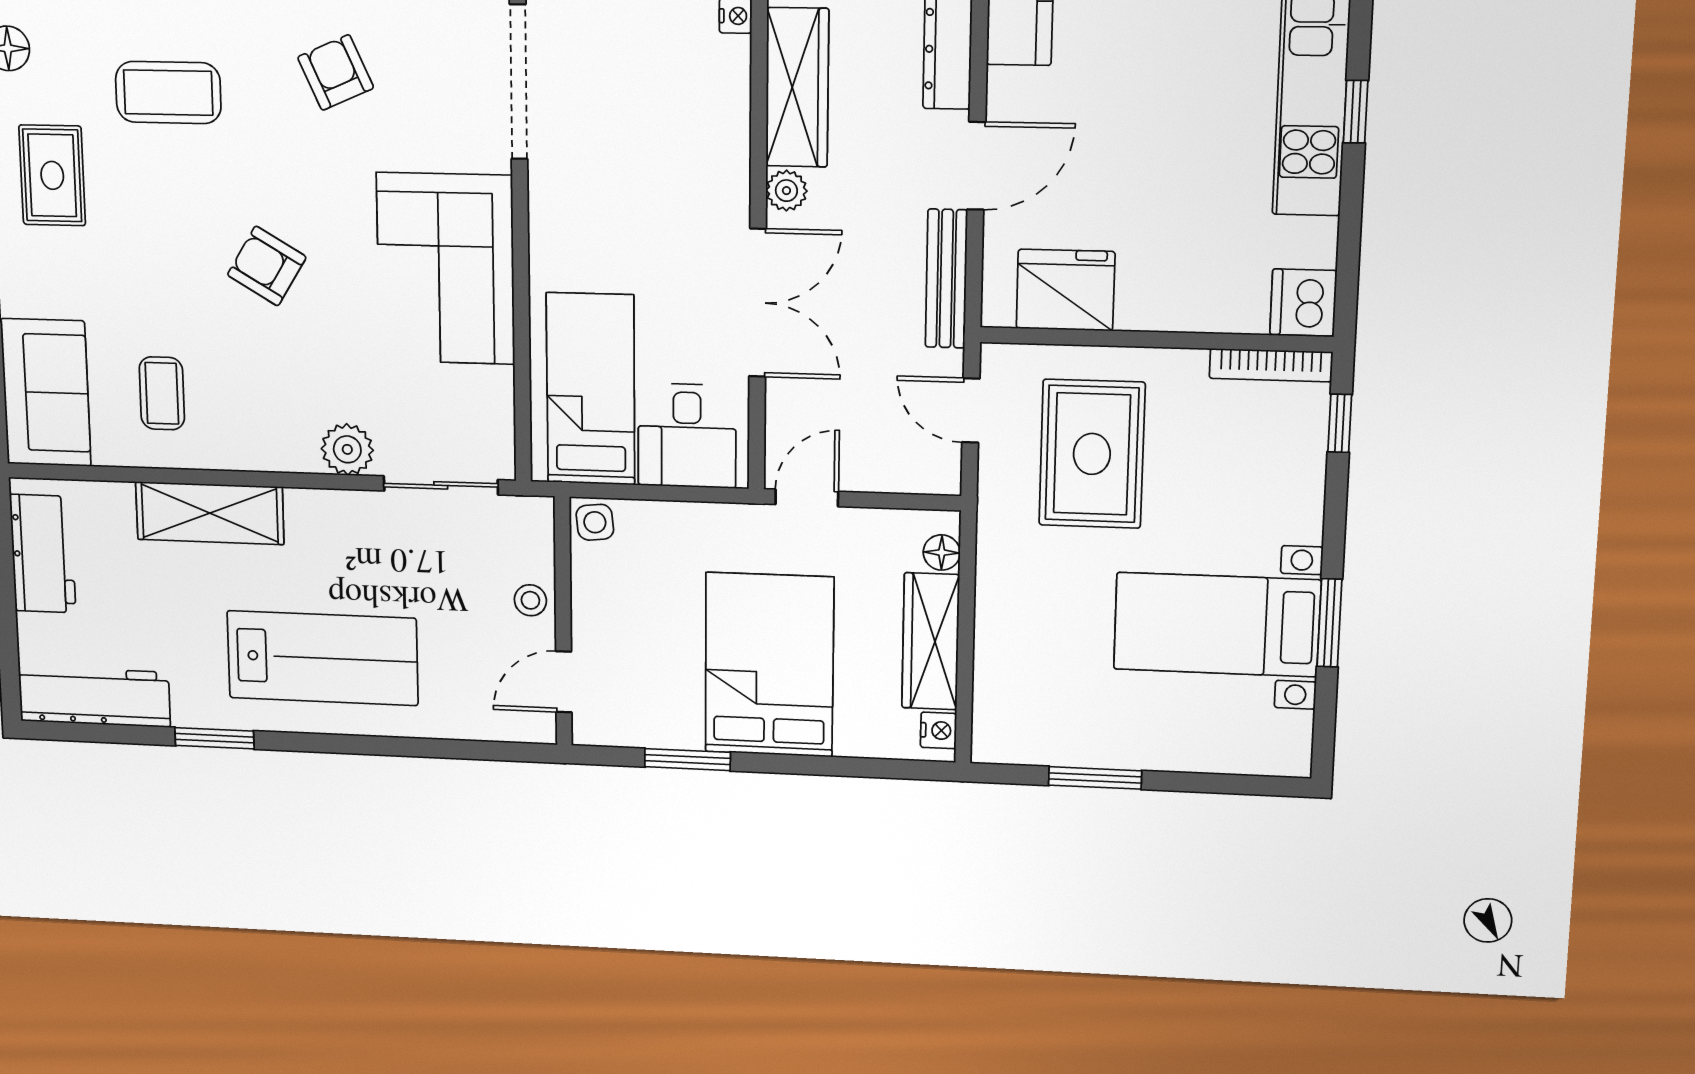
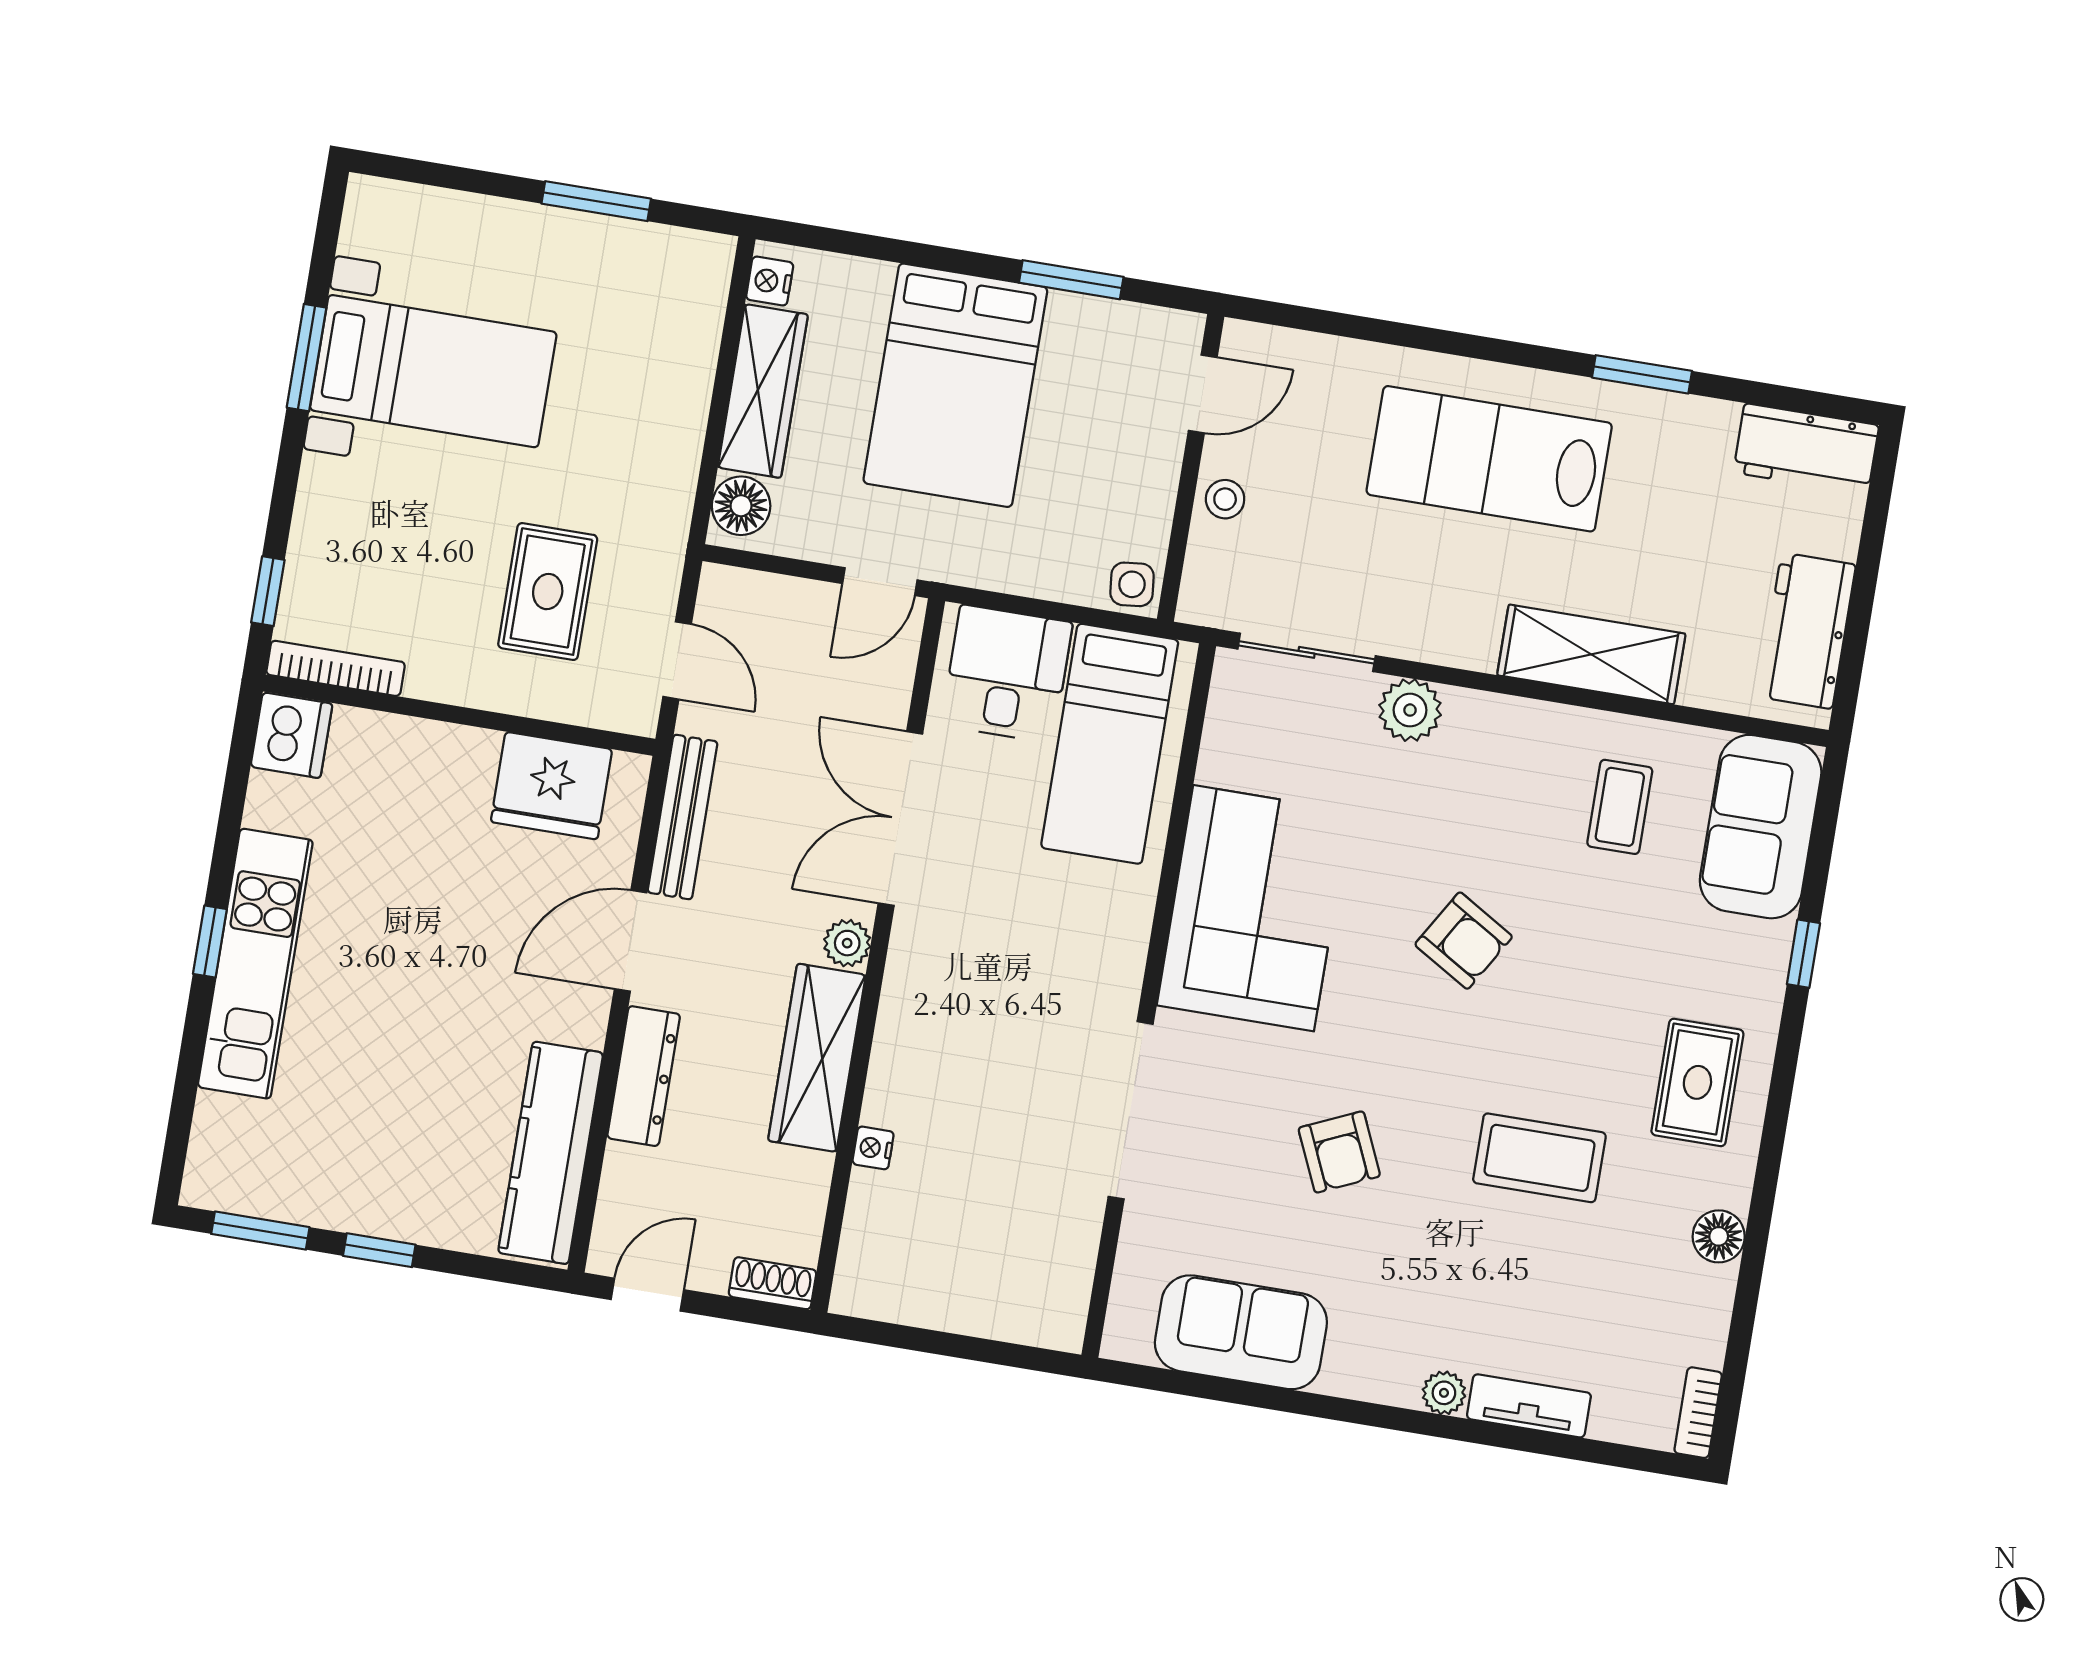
rug: (1092, 454) -> (548, 592), width x0.73, depth x0.70
floor lamp: (942, 553) -> (741, 506), width x1.37, depth x1.37
workbench: (94, 697) -> (1806, 449), width x0.73

